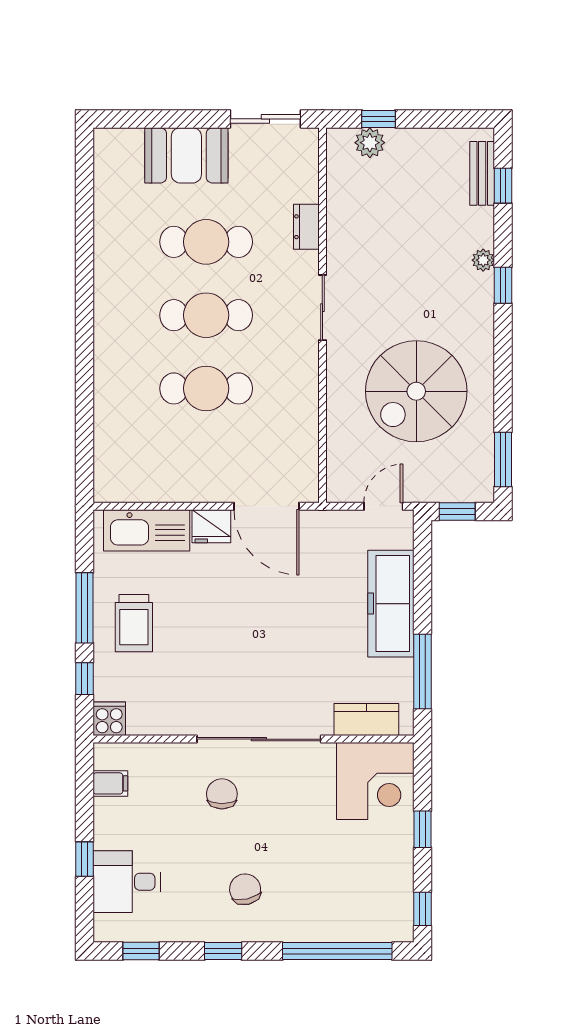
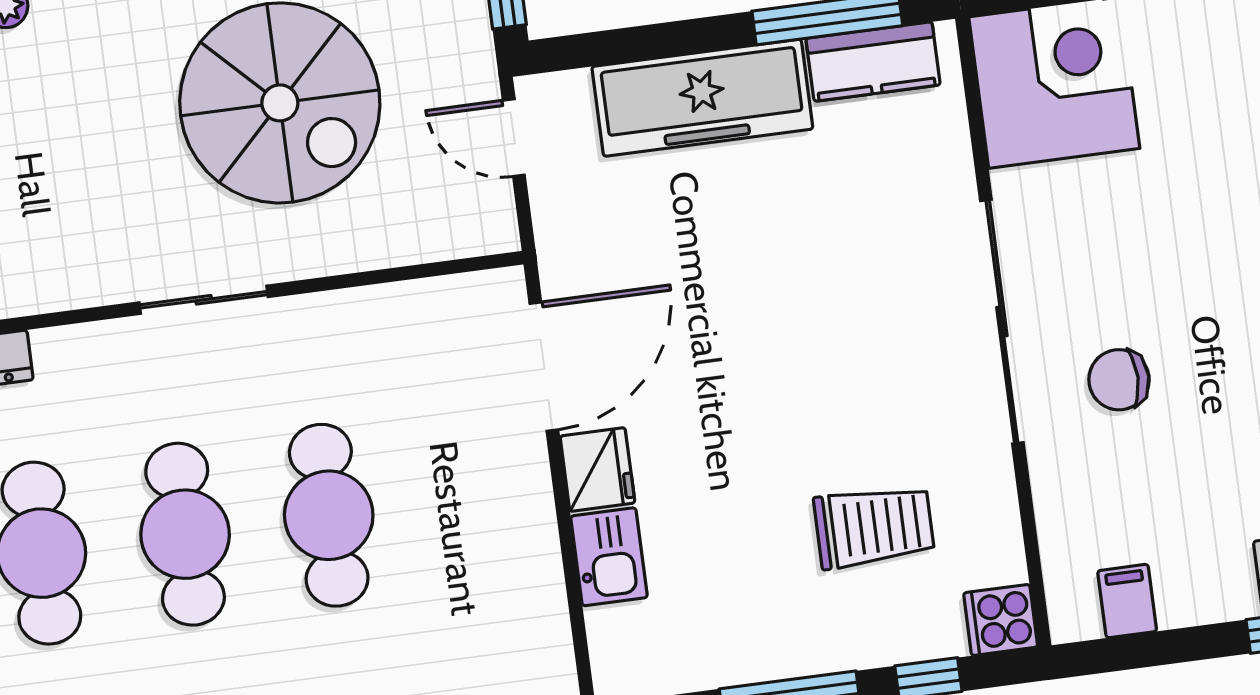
sliding door: (322, 308) -> (204, 300), moved
kitchen sink: (147, 530) -> (609, 557), width x0.53, depth x0.81
trolley: (134, 623) -> (874, 527), moved
kitchen counter: (366, 719) -> (873, 62), moved, turned -90

